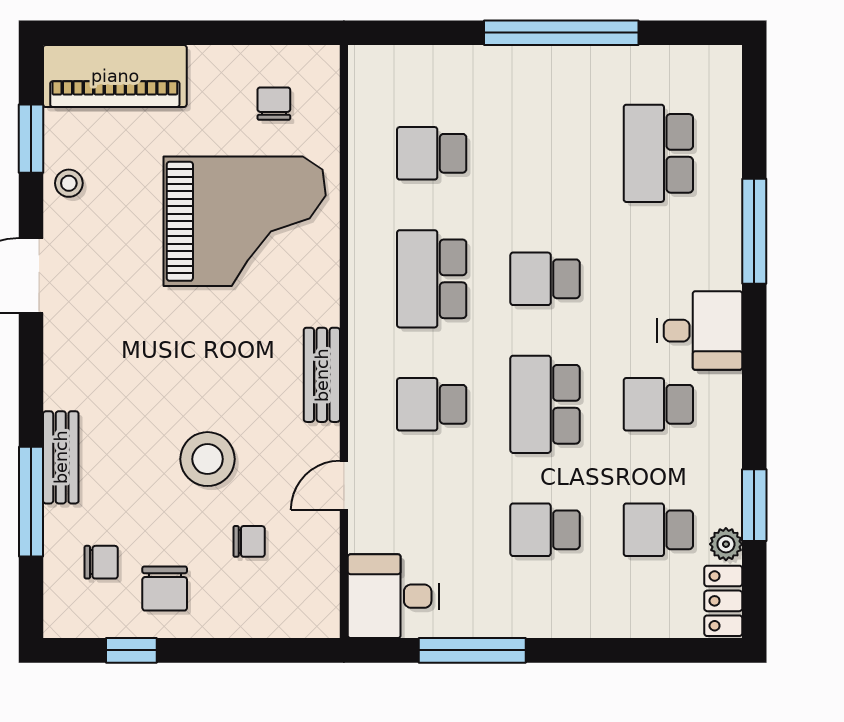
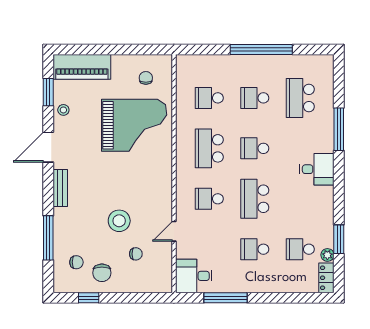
bench: (322, 375) -> (165, 187), removed
school desk: (658, 404) -> (255, 98), moved
bench: (61, 457) -> (60, 188), moved

